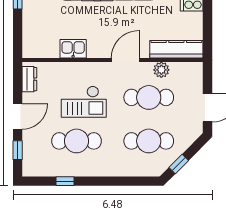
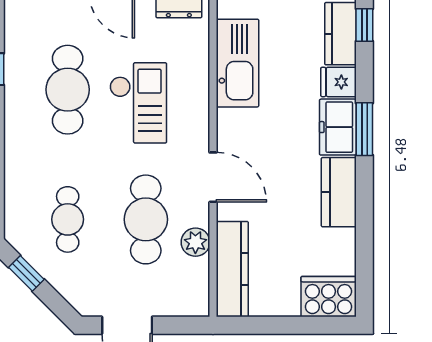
kitchen sink: (73, 49) -> (237, 63), width x1.88, depth x1.24
checkout: (84, 102) -> (138, 103), turned 180
cafe table: (149, 141) -> (68, 219), width x0.73, depth x0.74

